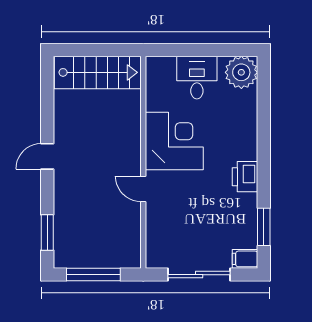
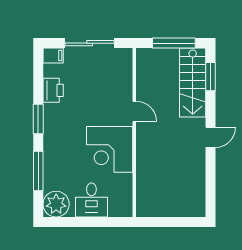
stairs: (98, 72) -> (193, 83), moved, turned -90
window: (264, 114) -> (38, 171), added
printer: (245, 177) -> (53, 90), moved
window: (264, 227) -> (38, 119), moved

